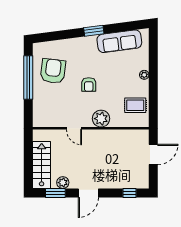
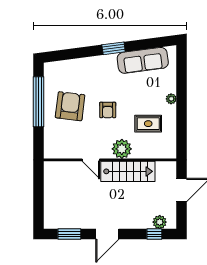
armchair: (53, 71) -> (70, 106), moved
rug: (135, 105) -> (148, 124), moved
stairs: (42, 165) -> (128, 171), moved, turned 90
plant: (63, 183) -> (160, 222), moved

